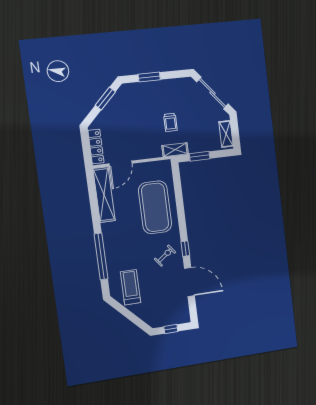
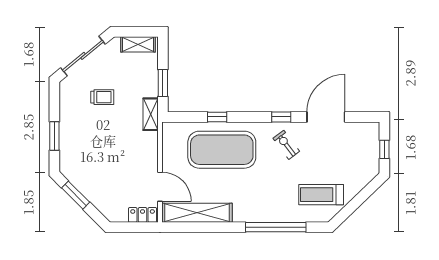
trolley: (170, 122) -> (102, 97), moved
locker: (96, 147) -> (143, 215), width x0.66
window: (179, 201) -> (217, 117), added

